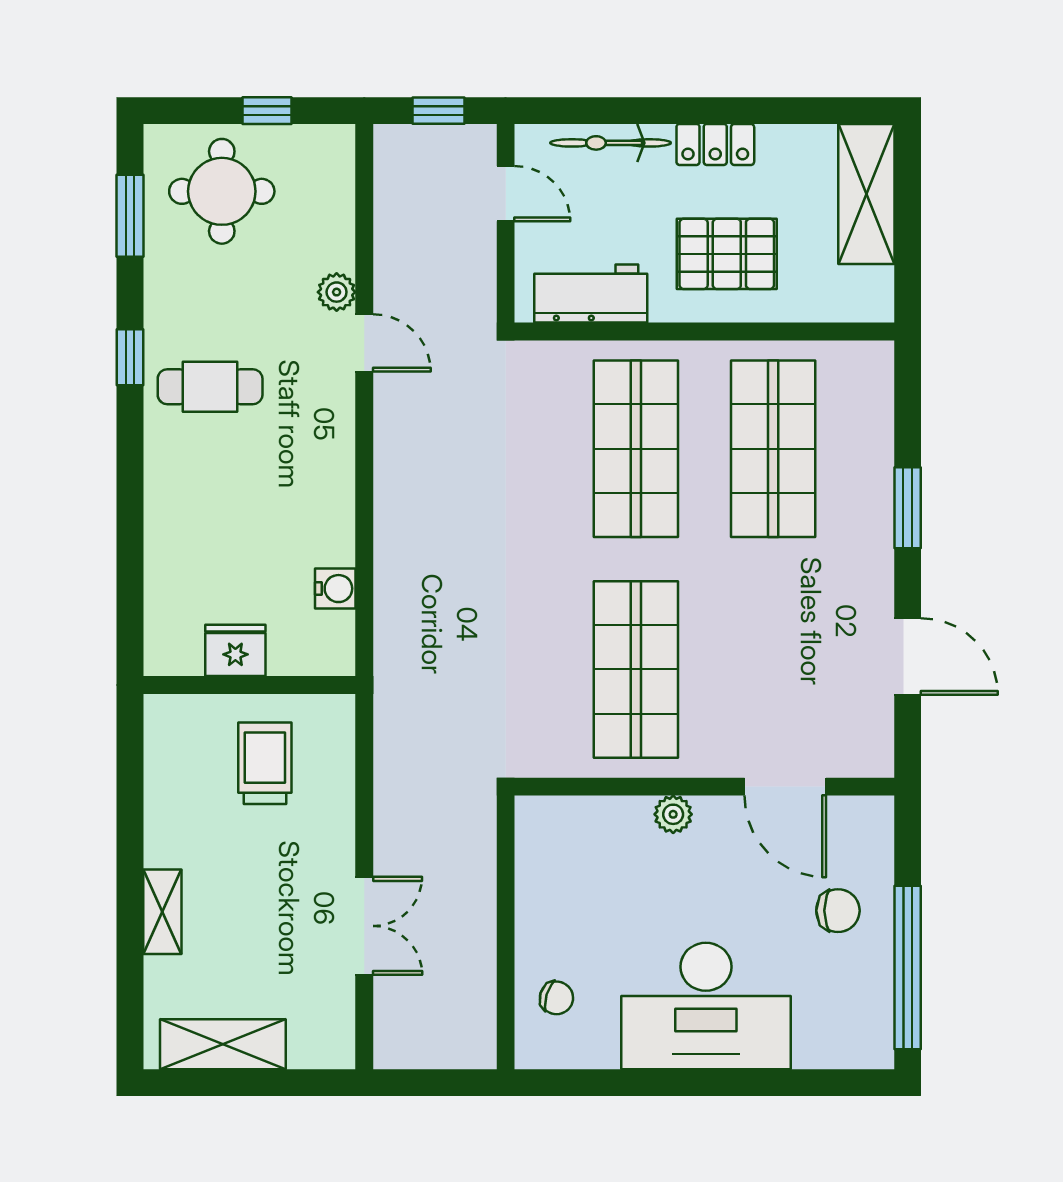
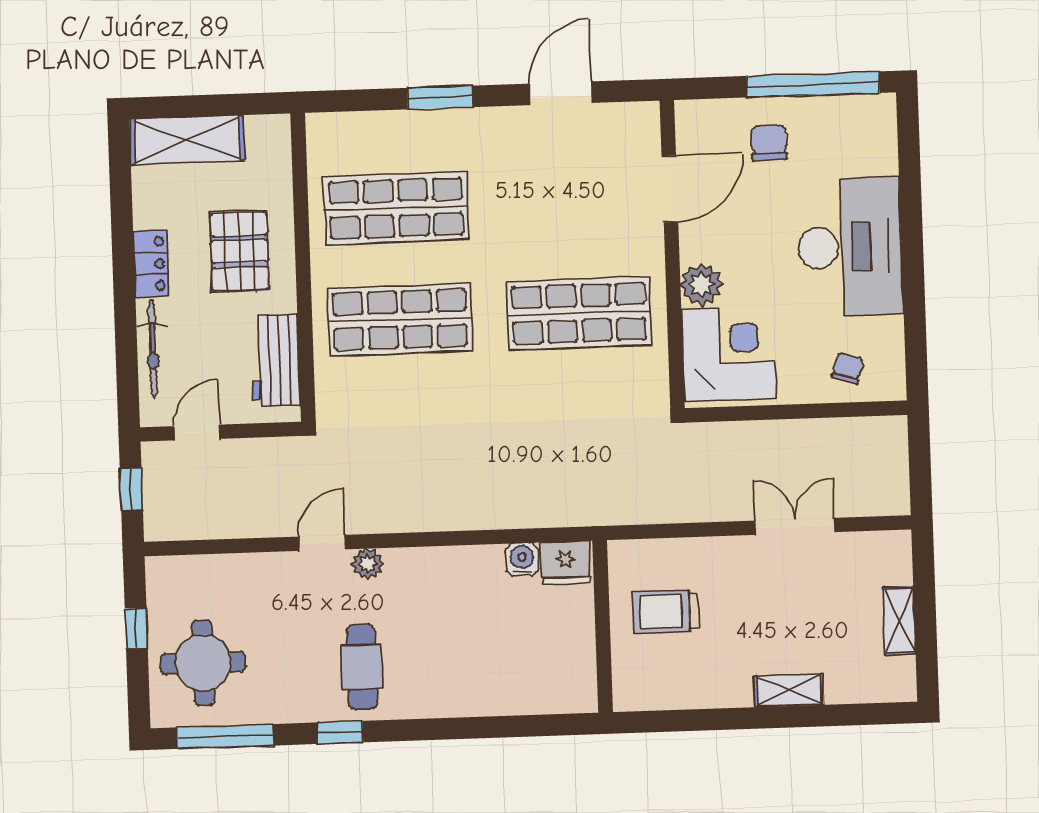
window: (130, 216) -> (225, 736), width x1.44
plant: (337, 292) -> (368, 564), moved
fridge: (235, 650) -> (566, 563), moved, turned -90
plant: (673, 814) -> (701, 285), width x1.38, depth x1.38
corner desk: (580, 852) -> (729, 354), added
shelving: (223, 1044) -> (899, 620), width x0.67, depth x0.75

